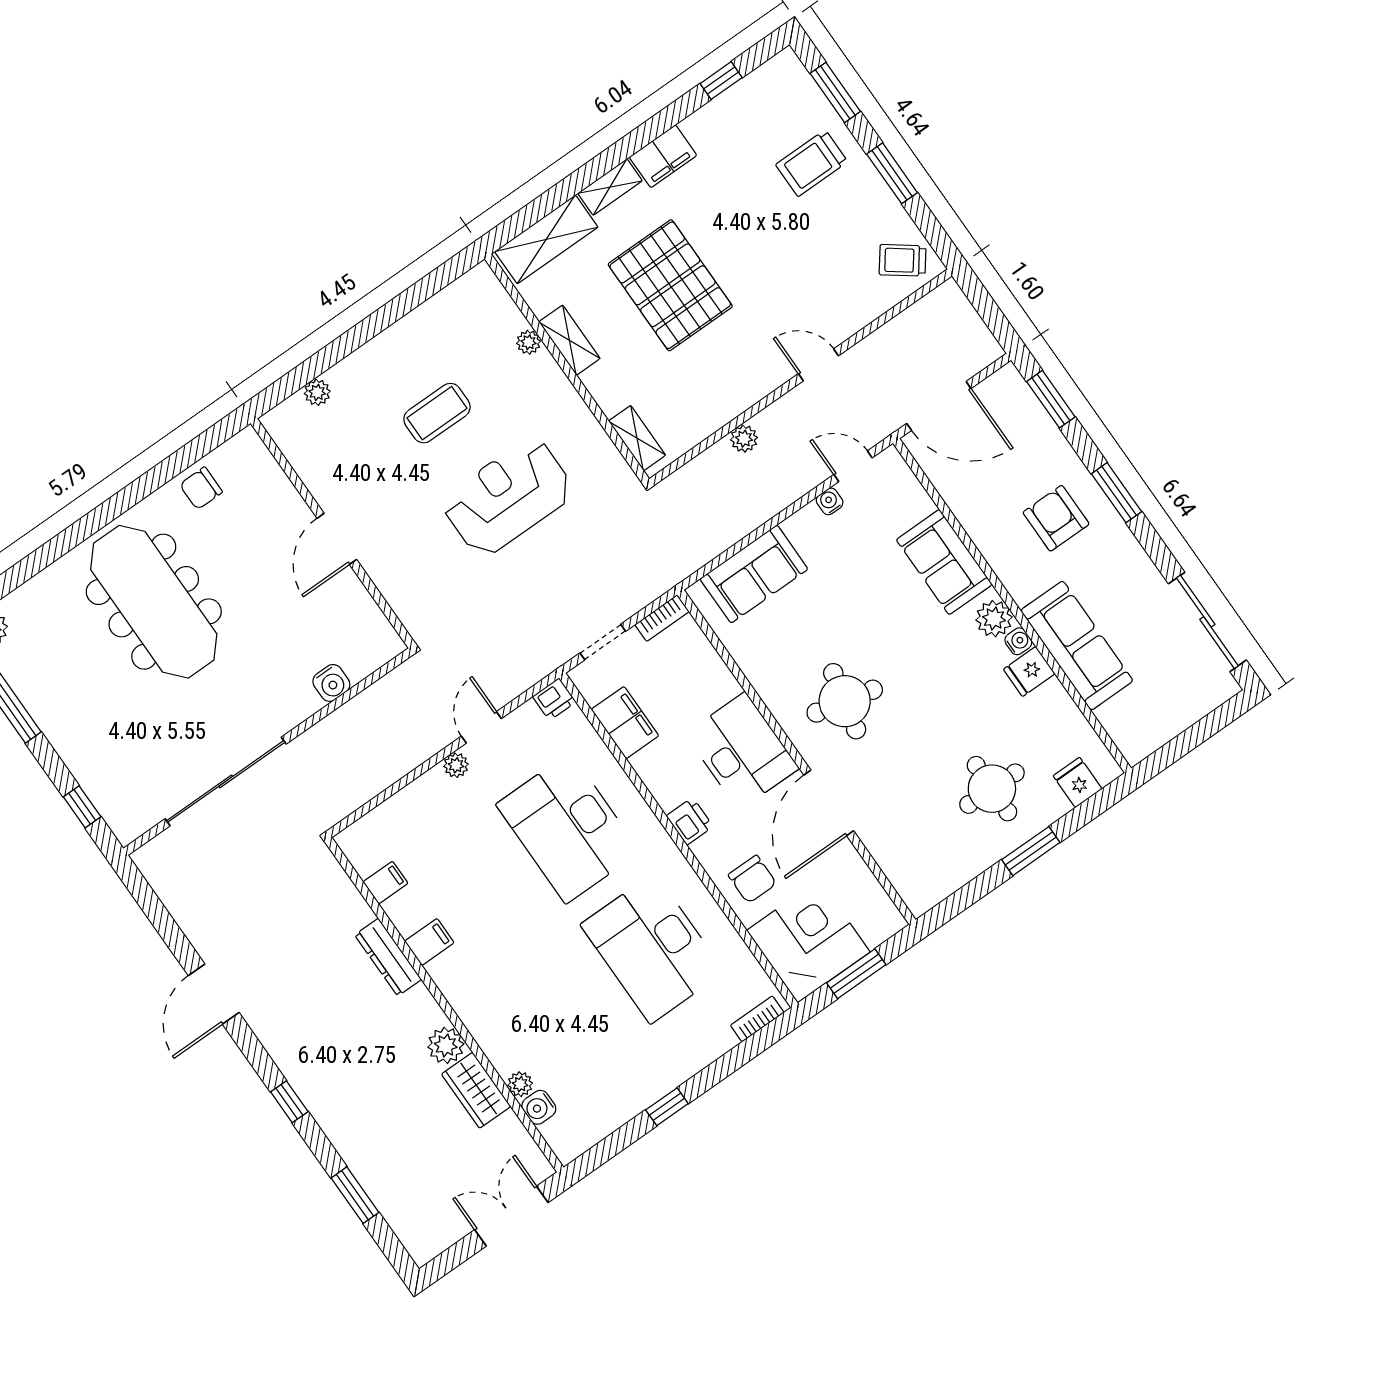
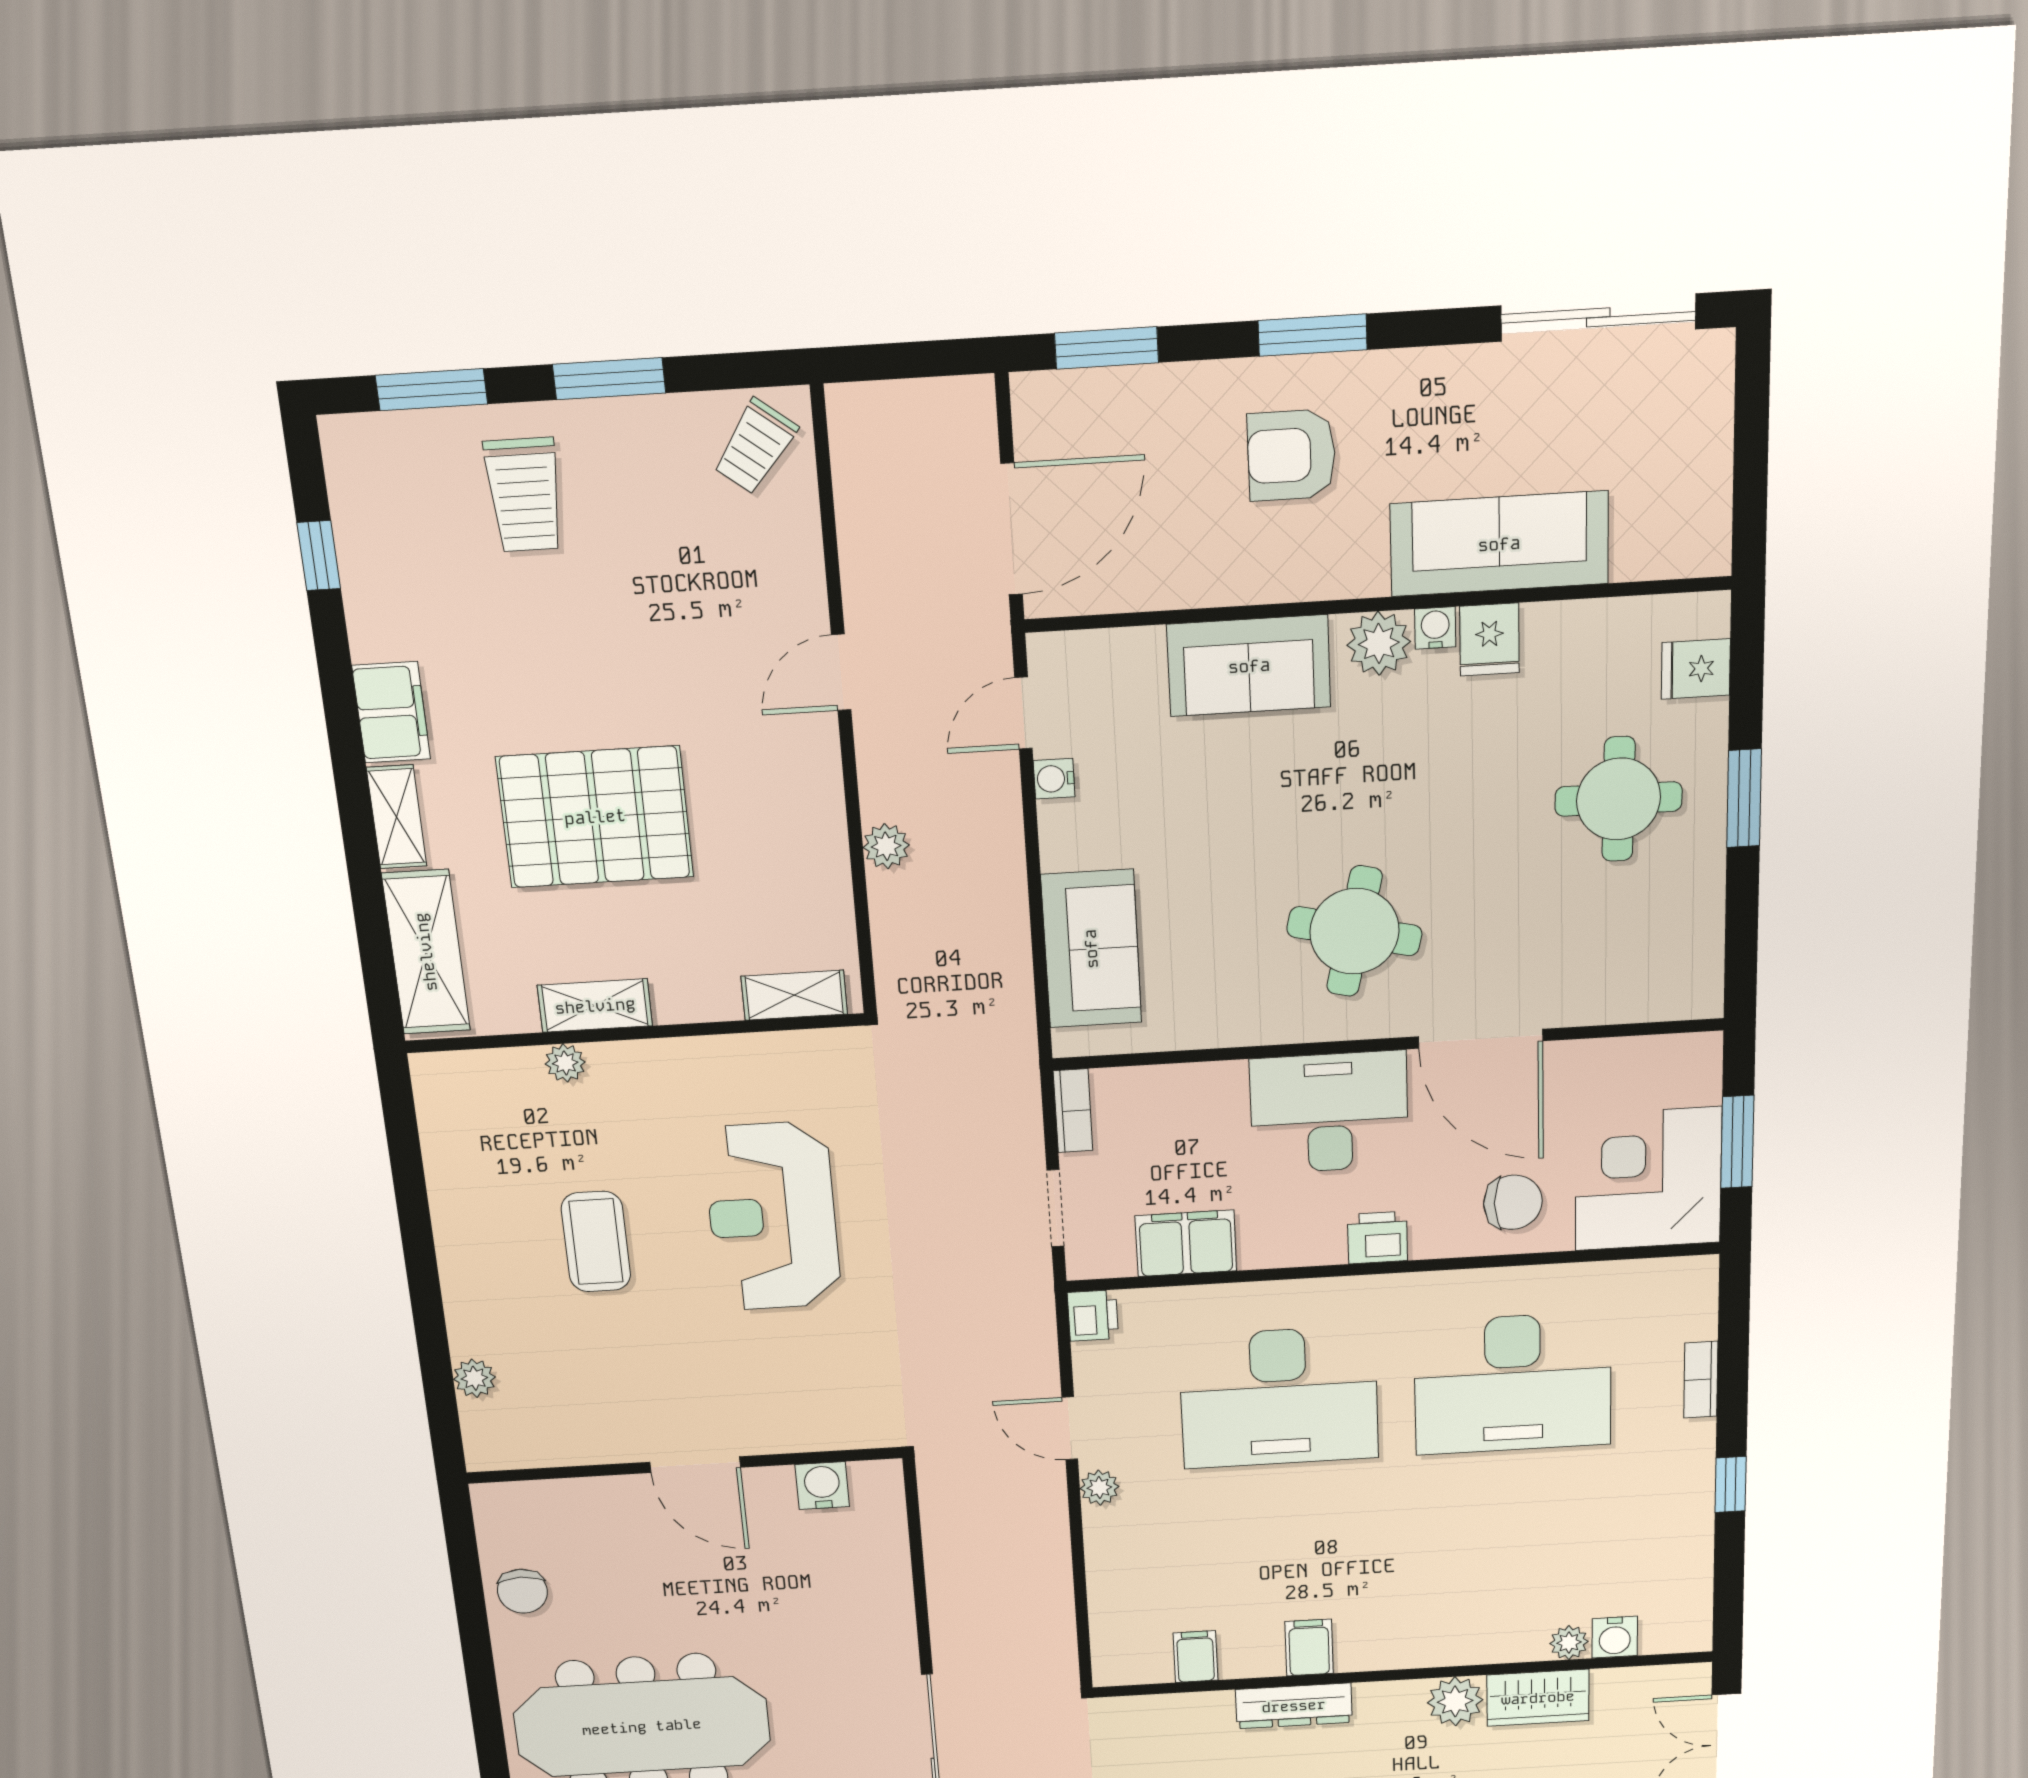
water cooler: (331, 683) -> (822, 1486), moved, turned -90
bookcase: (757, 1019) -> (1701, 1380), moved

